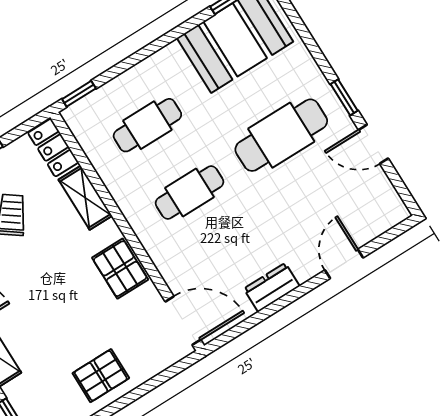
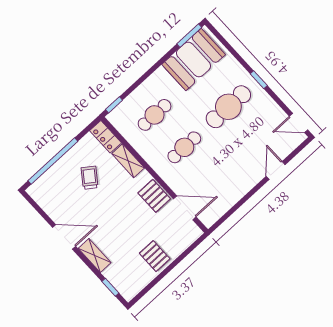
door: (373, 144) -> (299, 123), moved
dresser: (272, 287) -> (239, 191), removed
door: (183, 321) -> (185, 208), moved
pallet: (101, 376) -> (155, 256), turned 90

